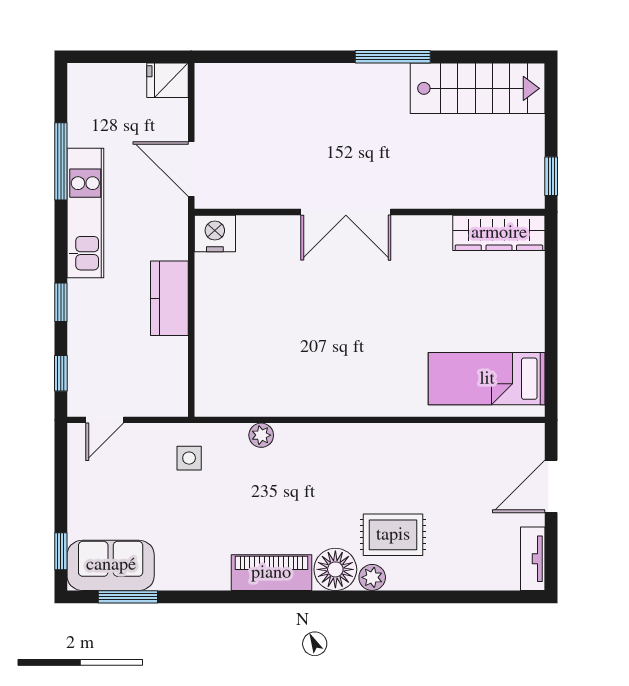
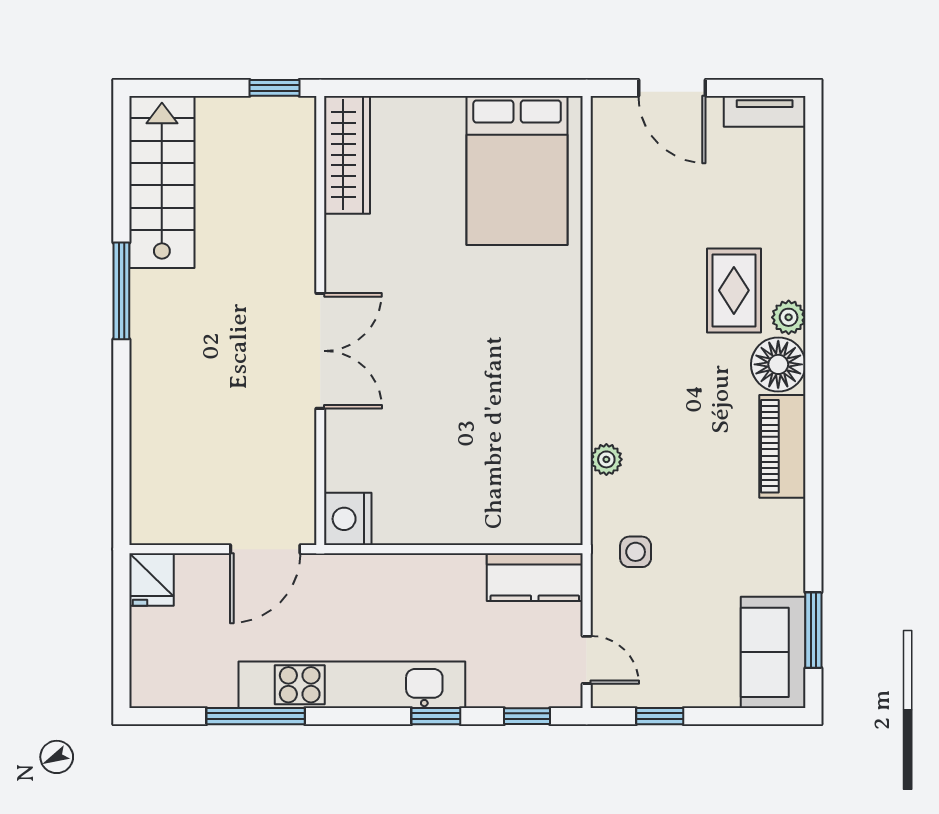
kitchen unit: (85, 213) -> (352, 685), width x1.36
kitchen counter: (169, 298) -> (535, 577), moved
bed: (487, 379) -> (517, 170), width x1.50
window: (61, 551) -> (660, 716), moved

